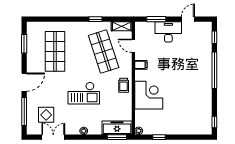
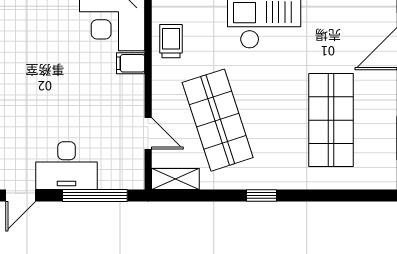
window: (96, 19) -> (261, 196), moved
window: (156, 19) -> (95, 196), width x1.44
filing cabinet: (141, 65) -> (131, 63), moved

